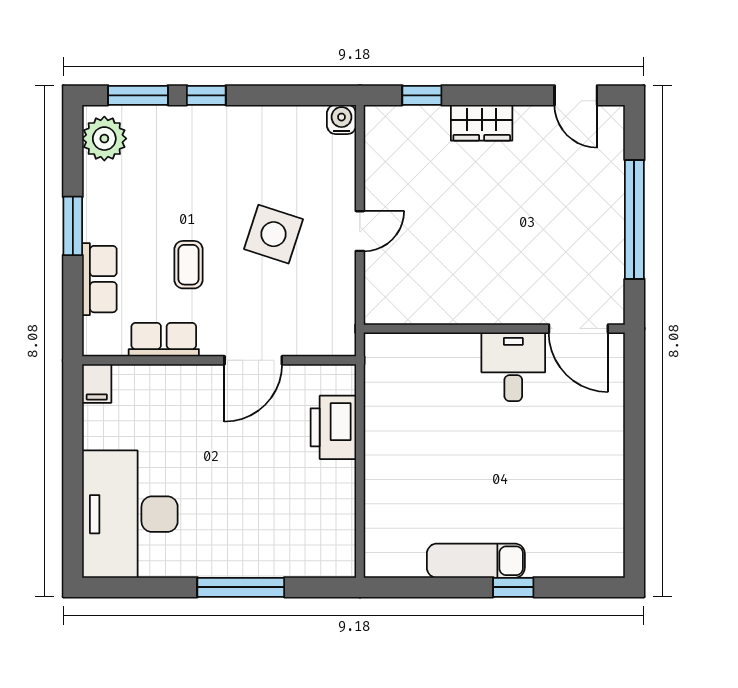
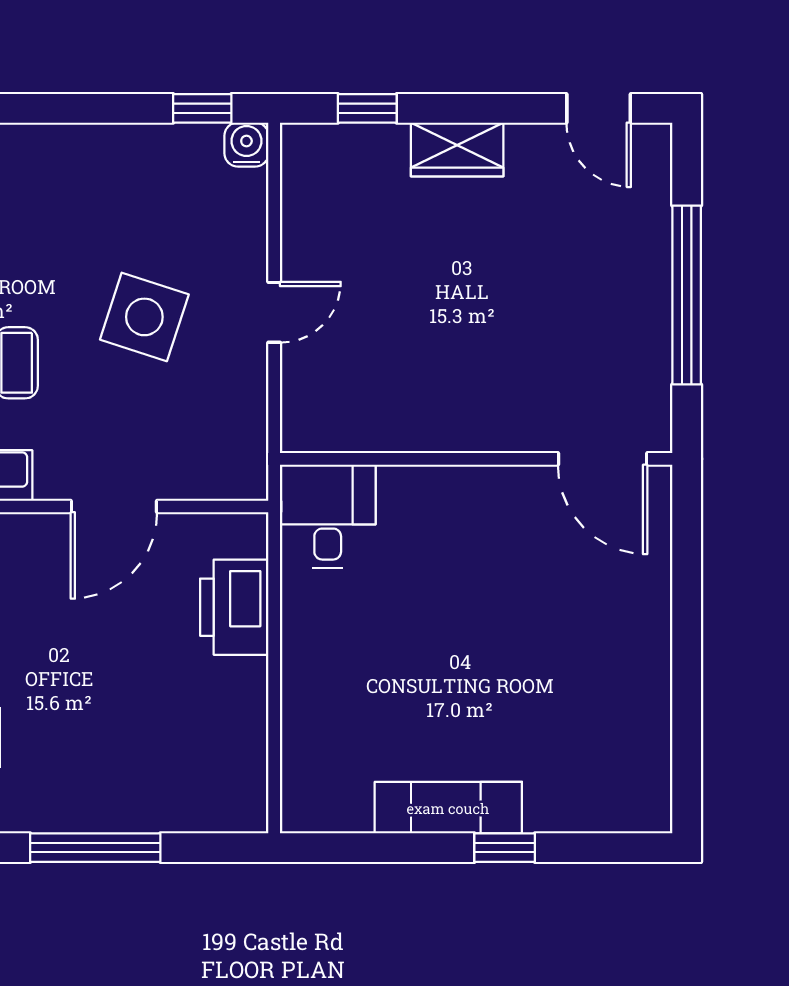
window: (206, 95) -> (202, 108), moved
desk: (513, 367) -> (328, 516), moved

